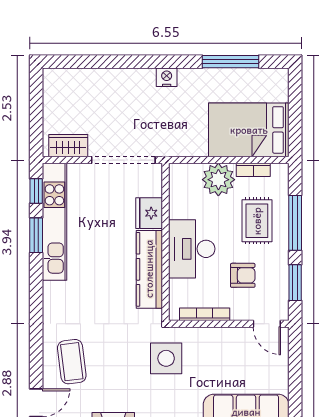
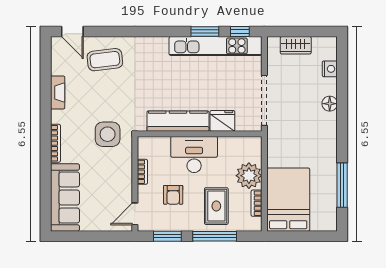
floor lamp: (127, 77) -> (330, 104), added
nightstand: (167, 77) -> (330, 69), moved
wardrobe: (68, 146) -> (296, 45), moved, turned 90
rug: (257, 221) -> (216, 206), turned 90
bookcase: (205, 314) -> (142, 172), width x0.64

